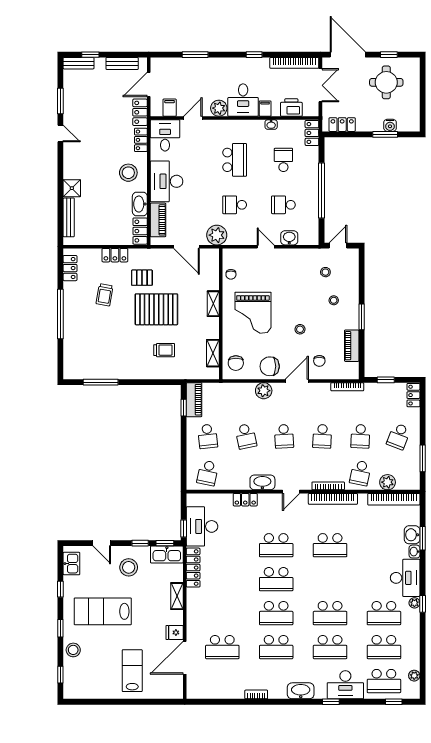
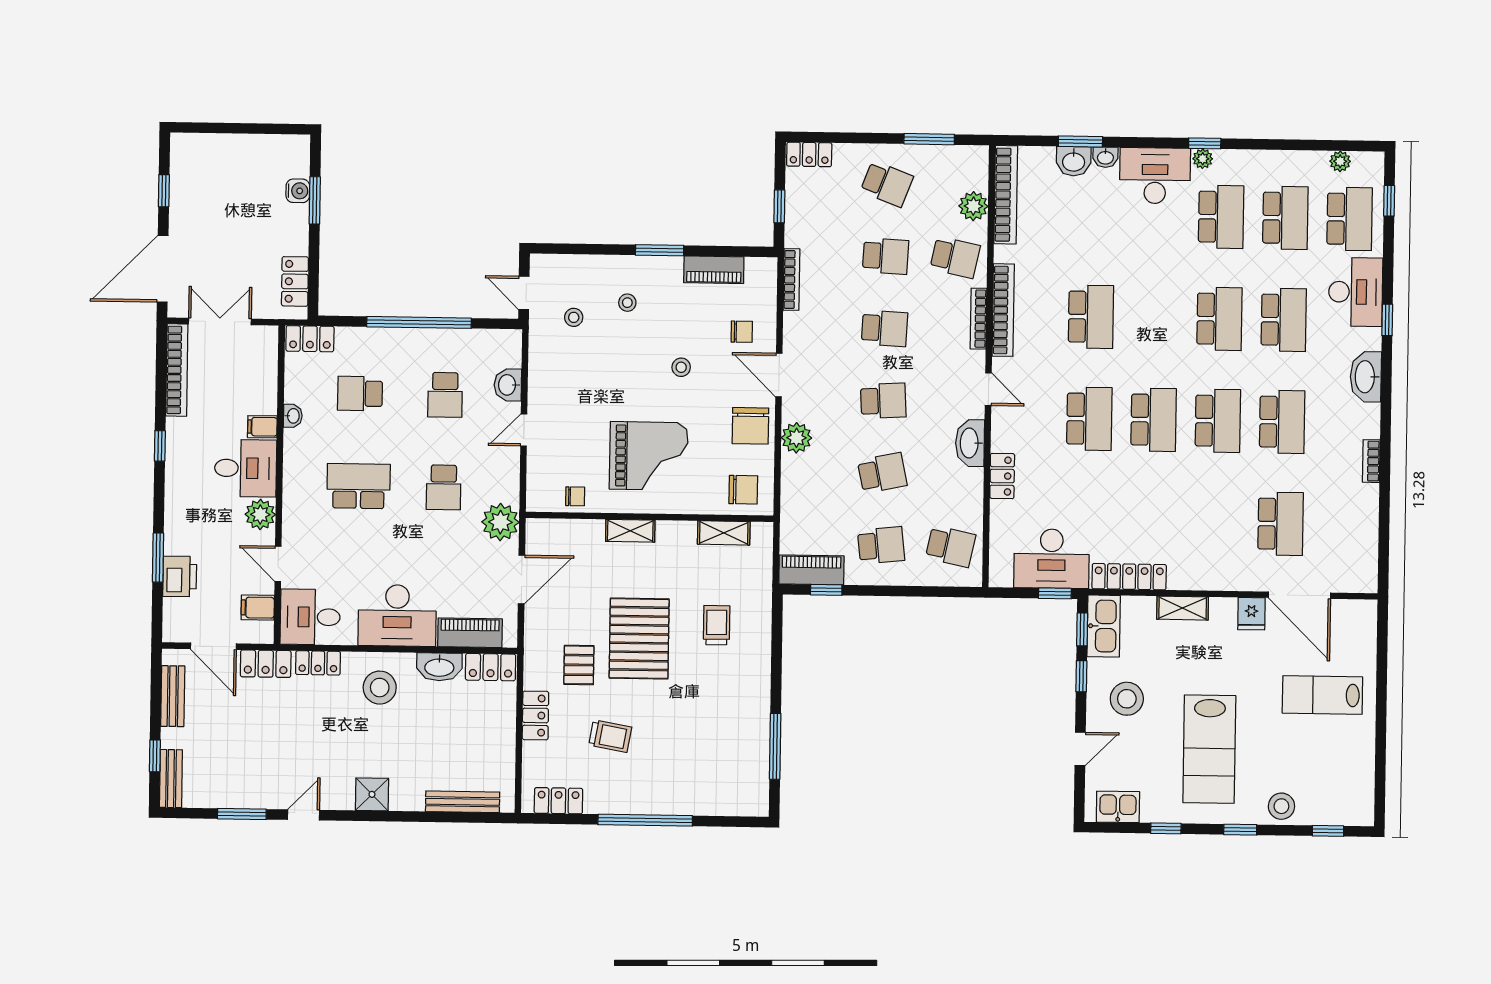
round table: (386, 82) -> (216, 197), removed
printer: (291, 108) -> (180, 576), moved, turned 180
shower: (72, 188) -> (372, 794), moved

